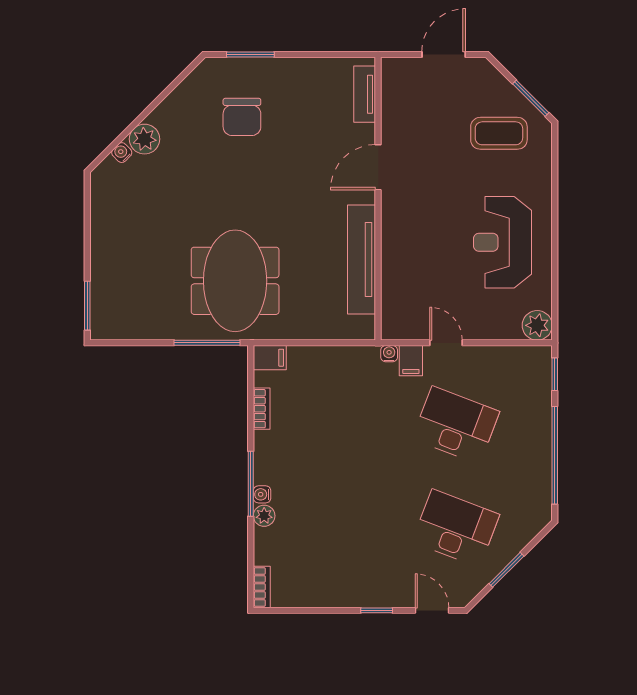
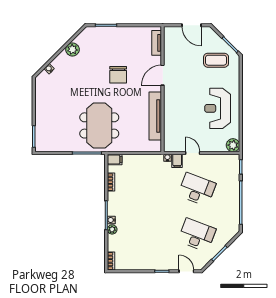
door: (444, 55) -> (192, 25), swing flipped
chair: (242, 117) -> (118, 75), moved
plant: (144, 139) -> (72, 49), moved

